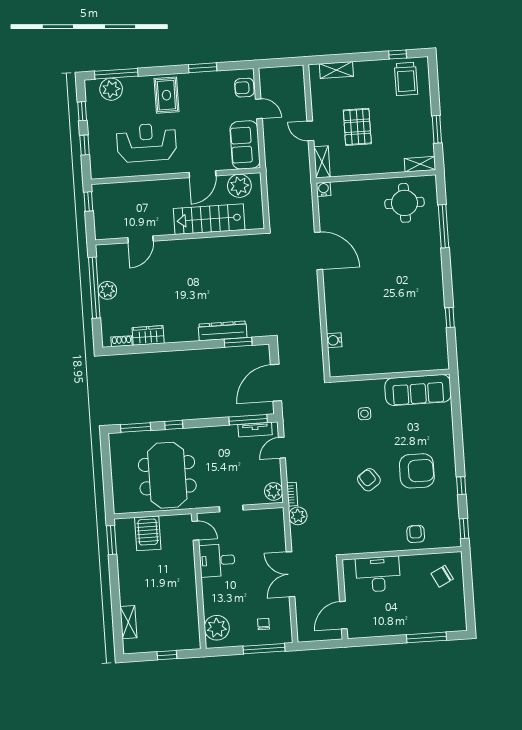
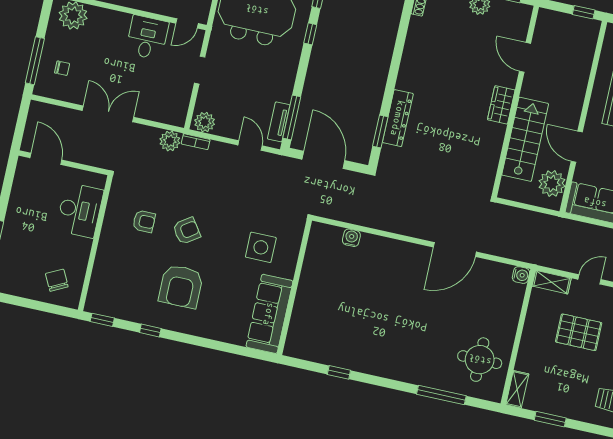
wardrobe: (148, 335) -> (501, 105), moved, turned 180
side table: (364, 414) -> (261, 247), width x1.87, depth x1.87
armchair: (416, 534) -> (144, 221), moved

